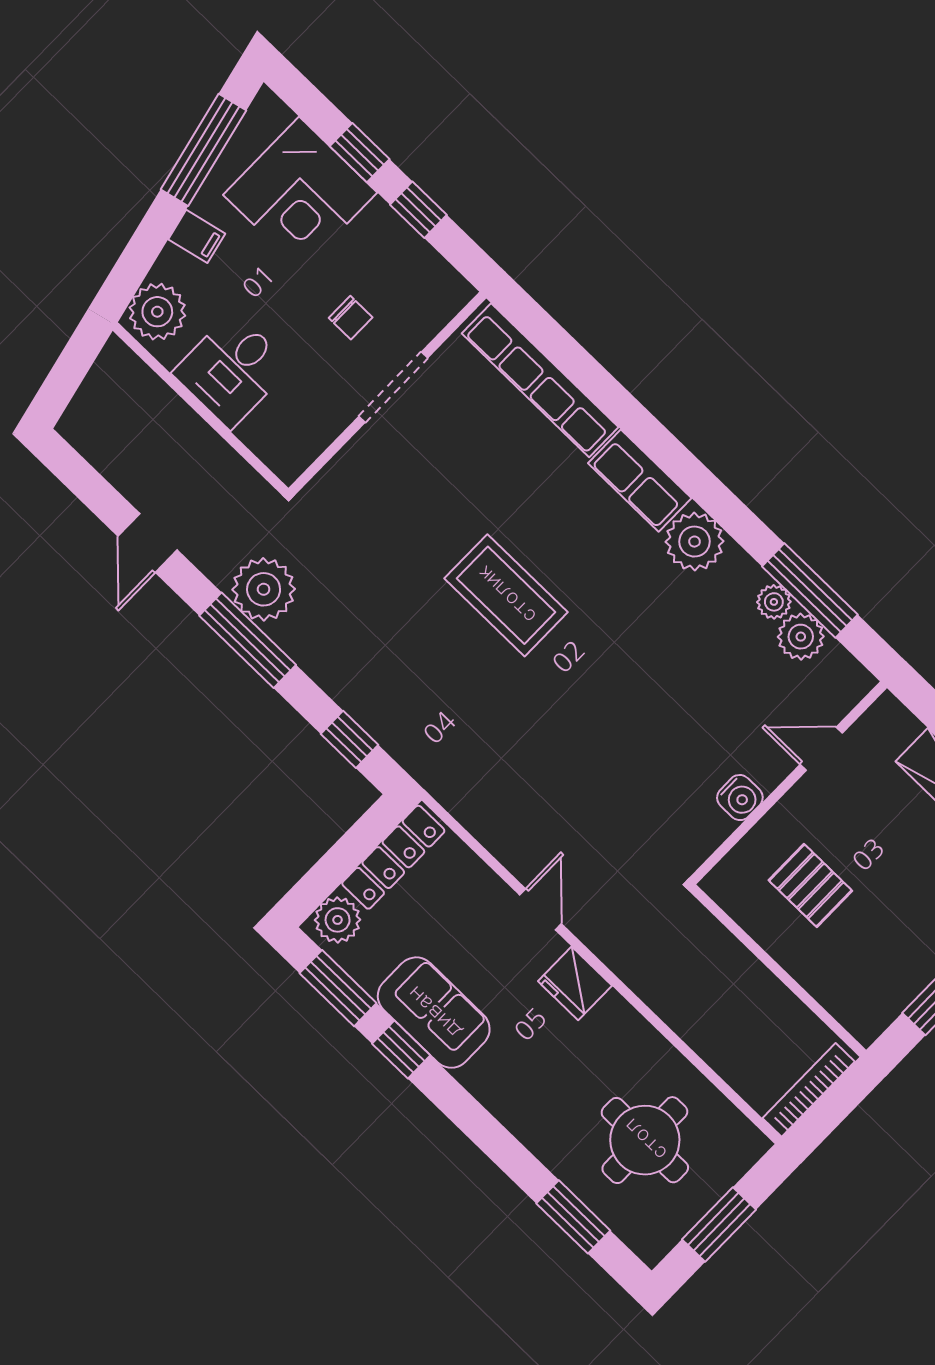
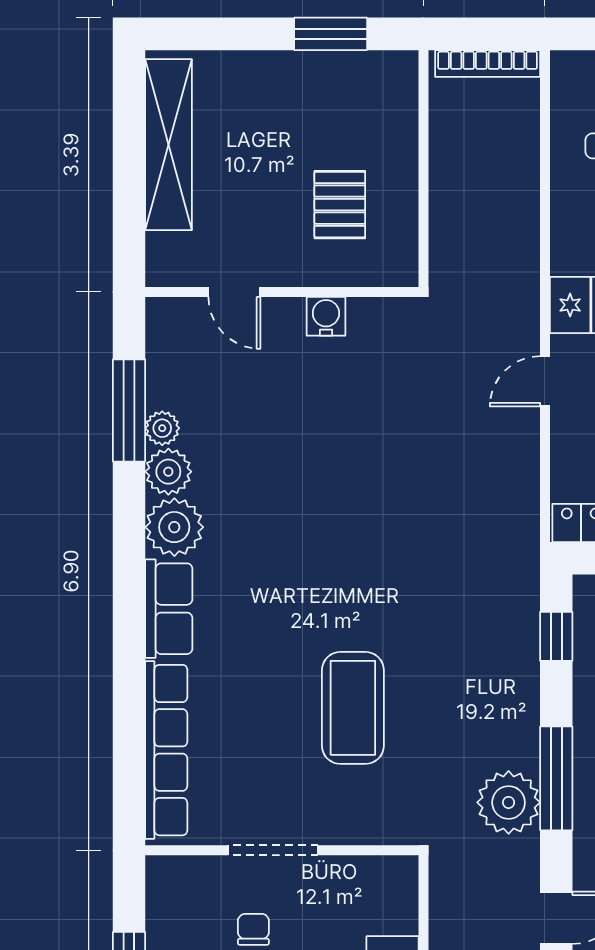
coffee table: (506, 595) -> (353, 708), moved
plant: (801, 637) -> (168, 472), moved

